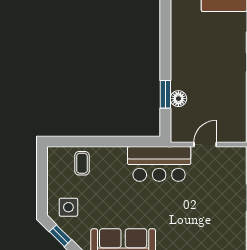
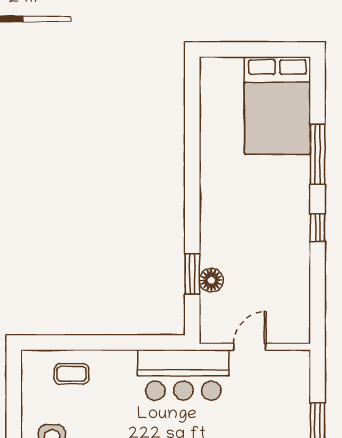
coffee table: (82, 163) -> (72, 374), turned 90

